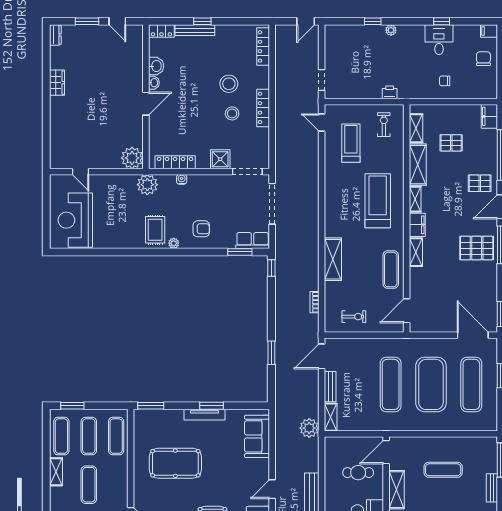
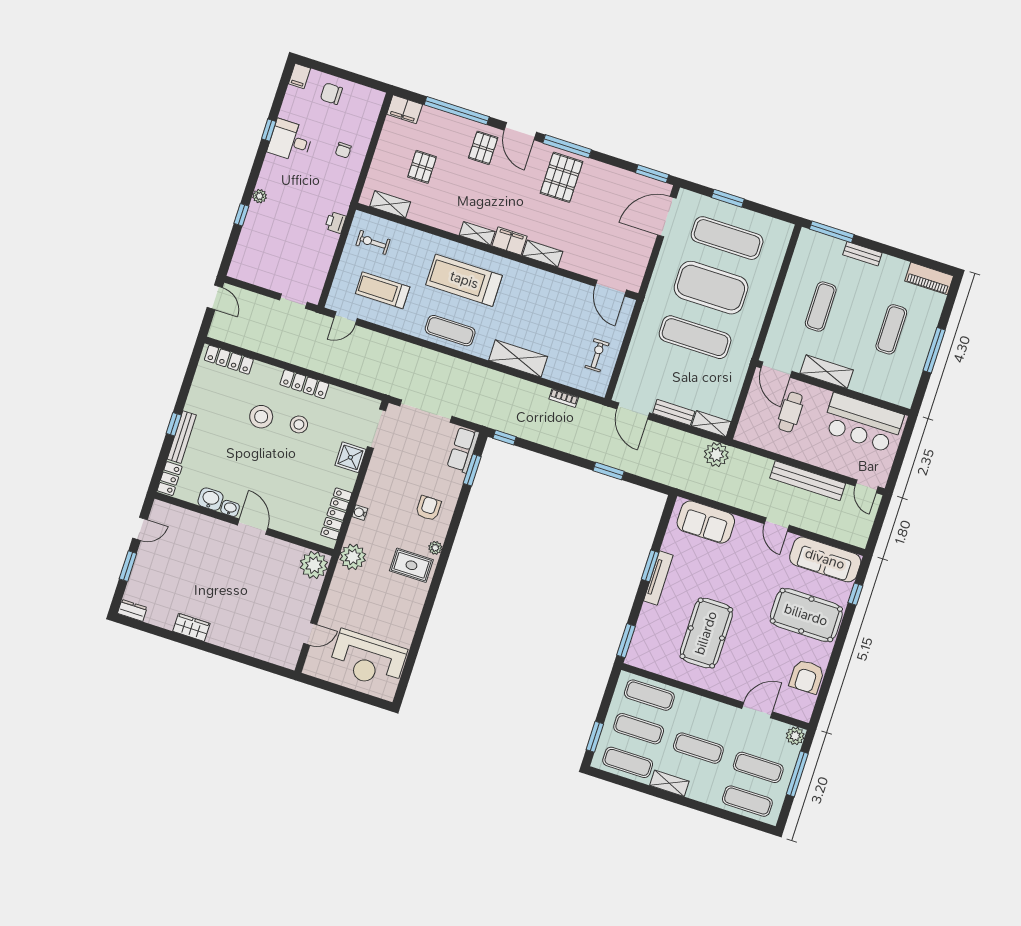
shelving: (418, 165) -> (436, 217), removed
exercise mat: (391, 270) -> (450, 331), moved

